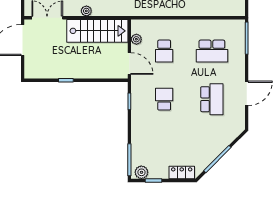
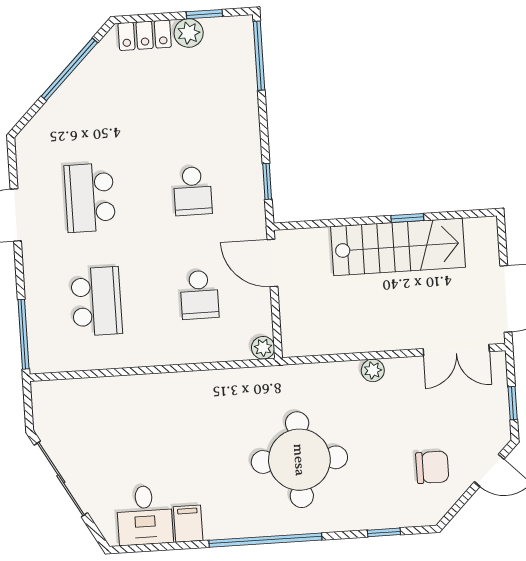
stairs: (97, 31) -> (398, 247), moved, turned 180
plant: (136, 39) -> (263, 348), moved
school desk: (164, 51) -> (199, 295), turned 180
school desk: (212, 51) -> (97, 301), turned 90
plant: (141, 172) -> (189, 33), moved

